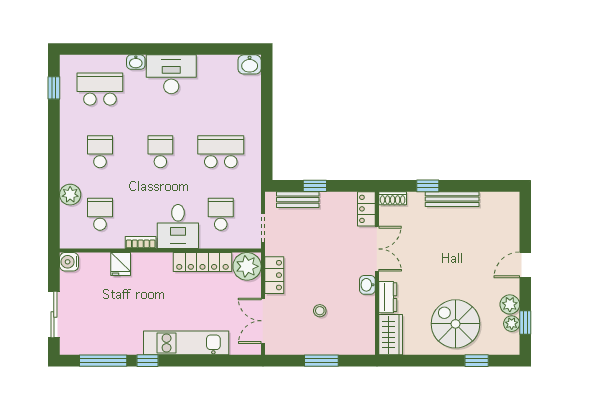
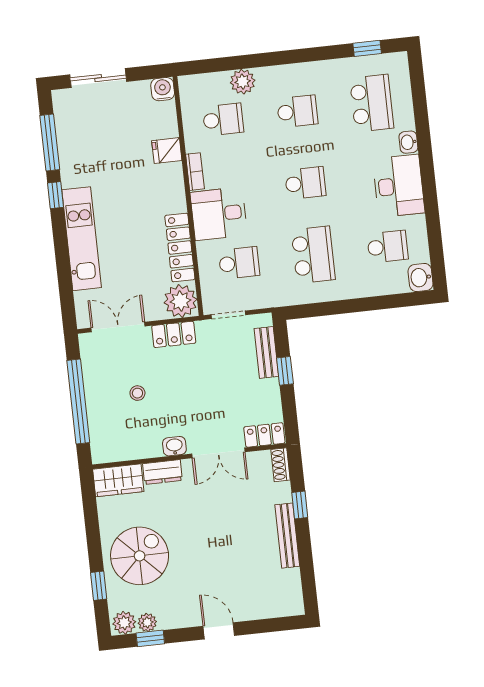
school desk: (221, 89) -> (387, 247), added
plant: (510, 304) -> (124, 623), moved
window: (321, 361) -> (78, 402), width x2.11

